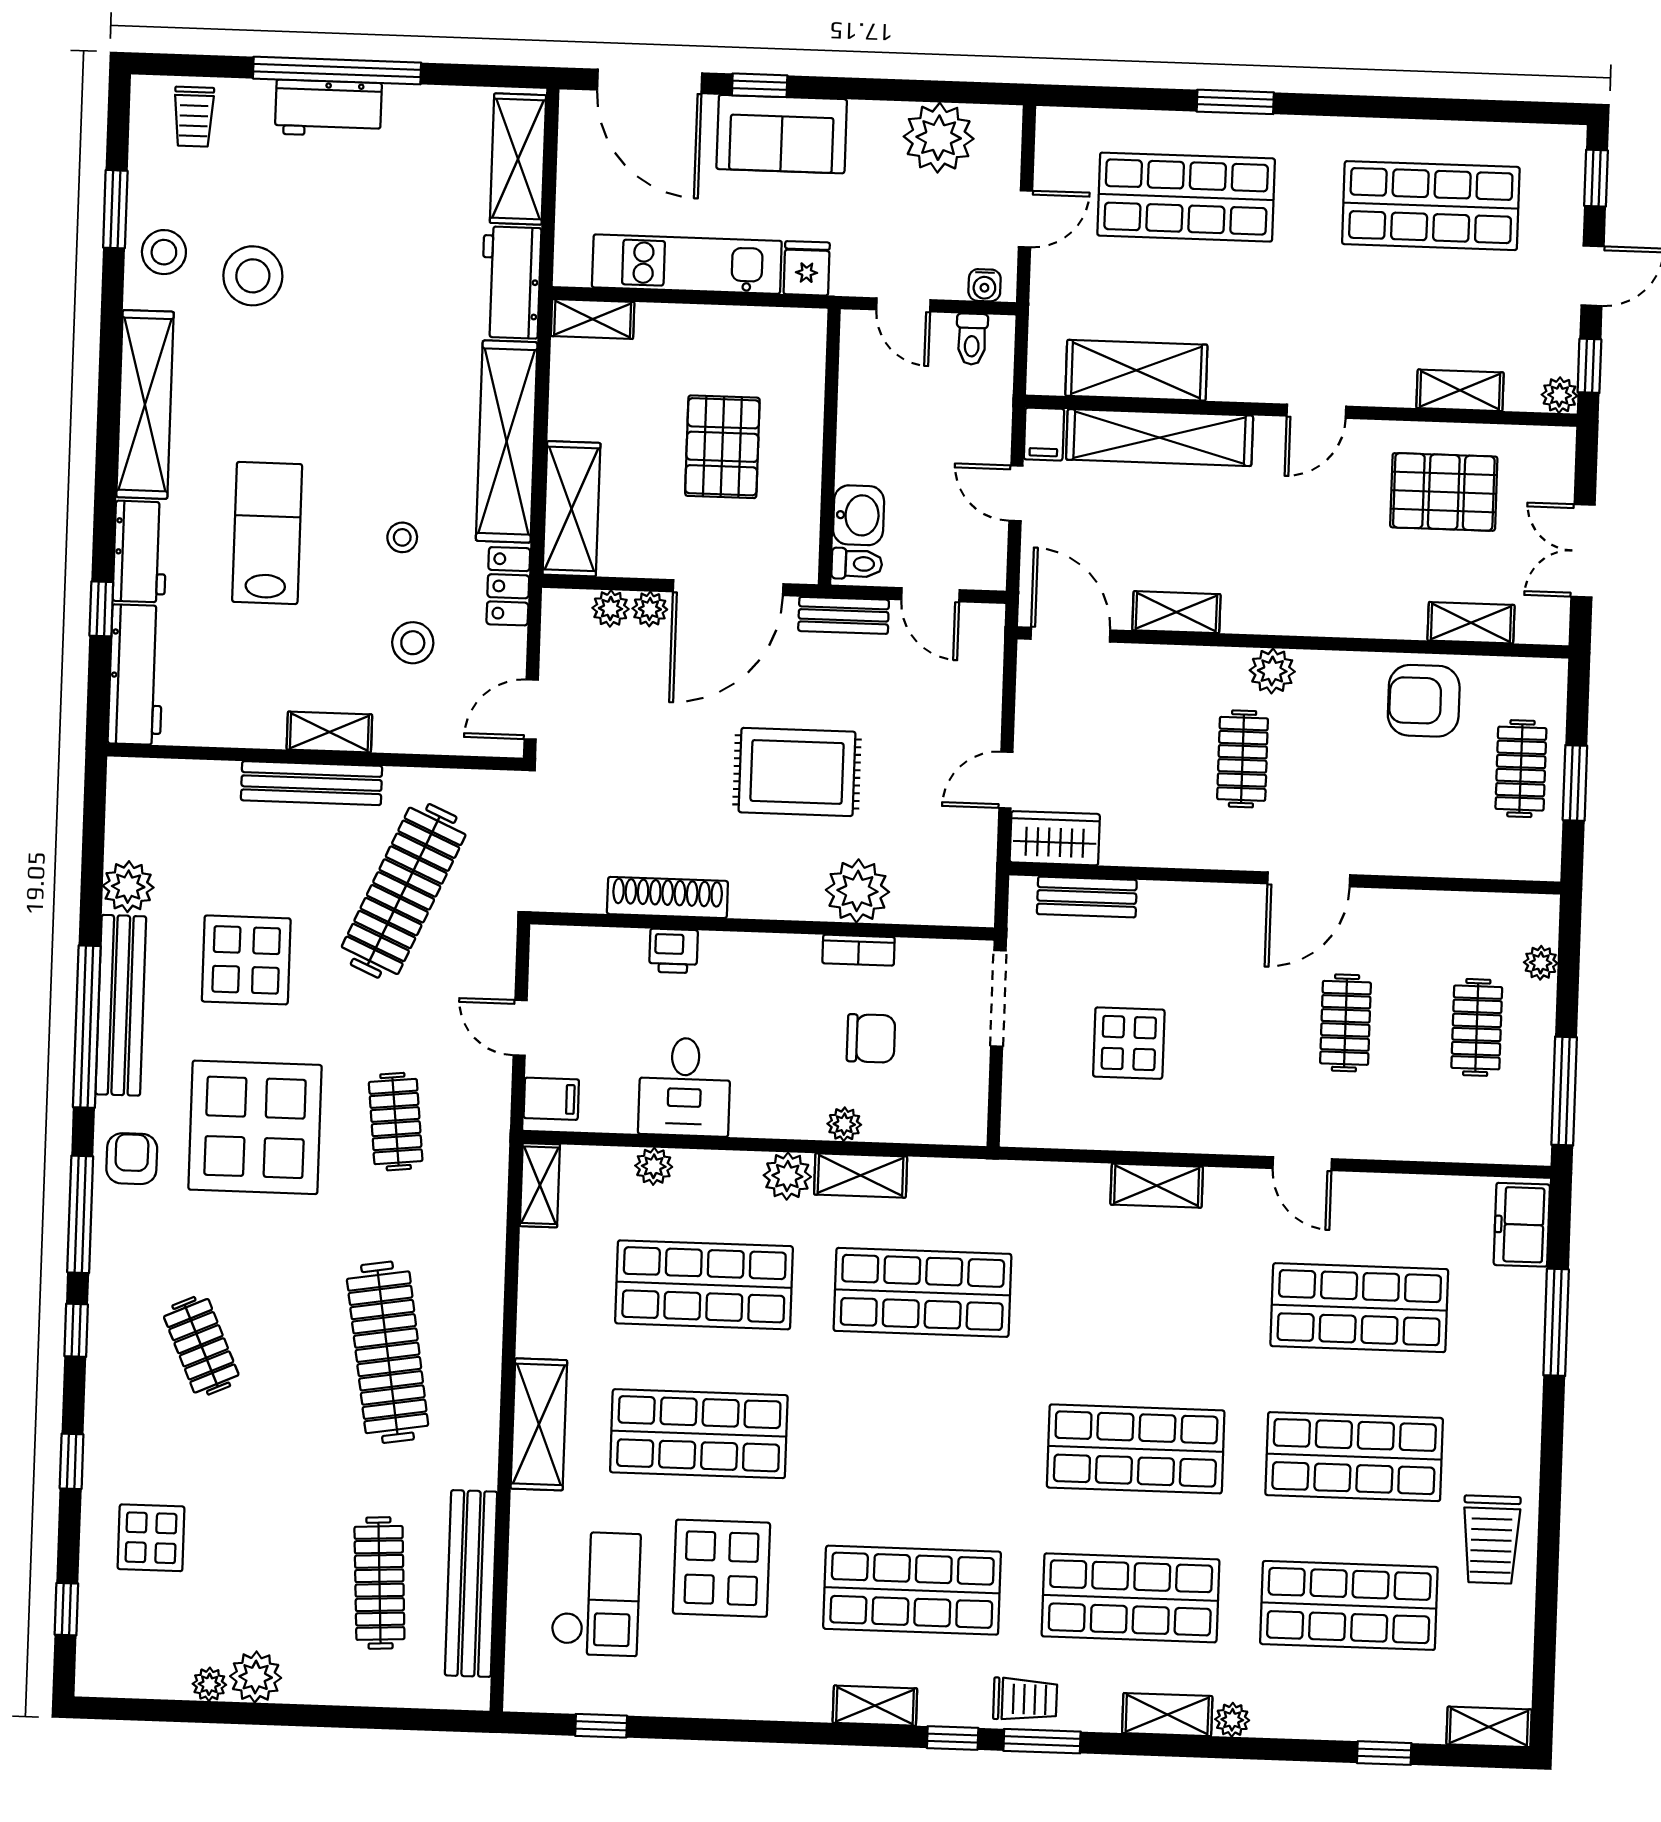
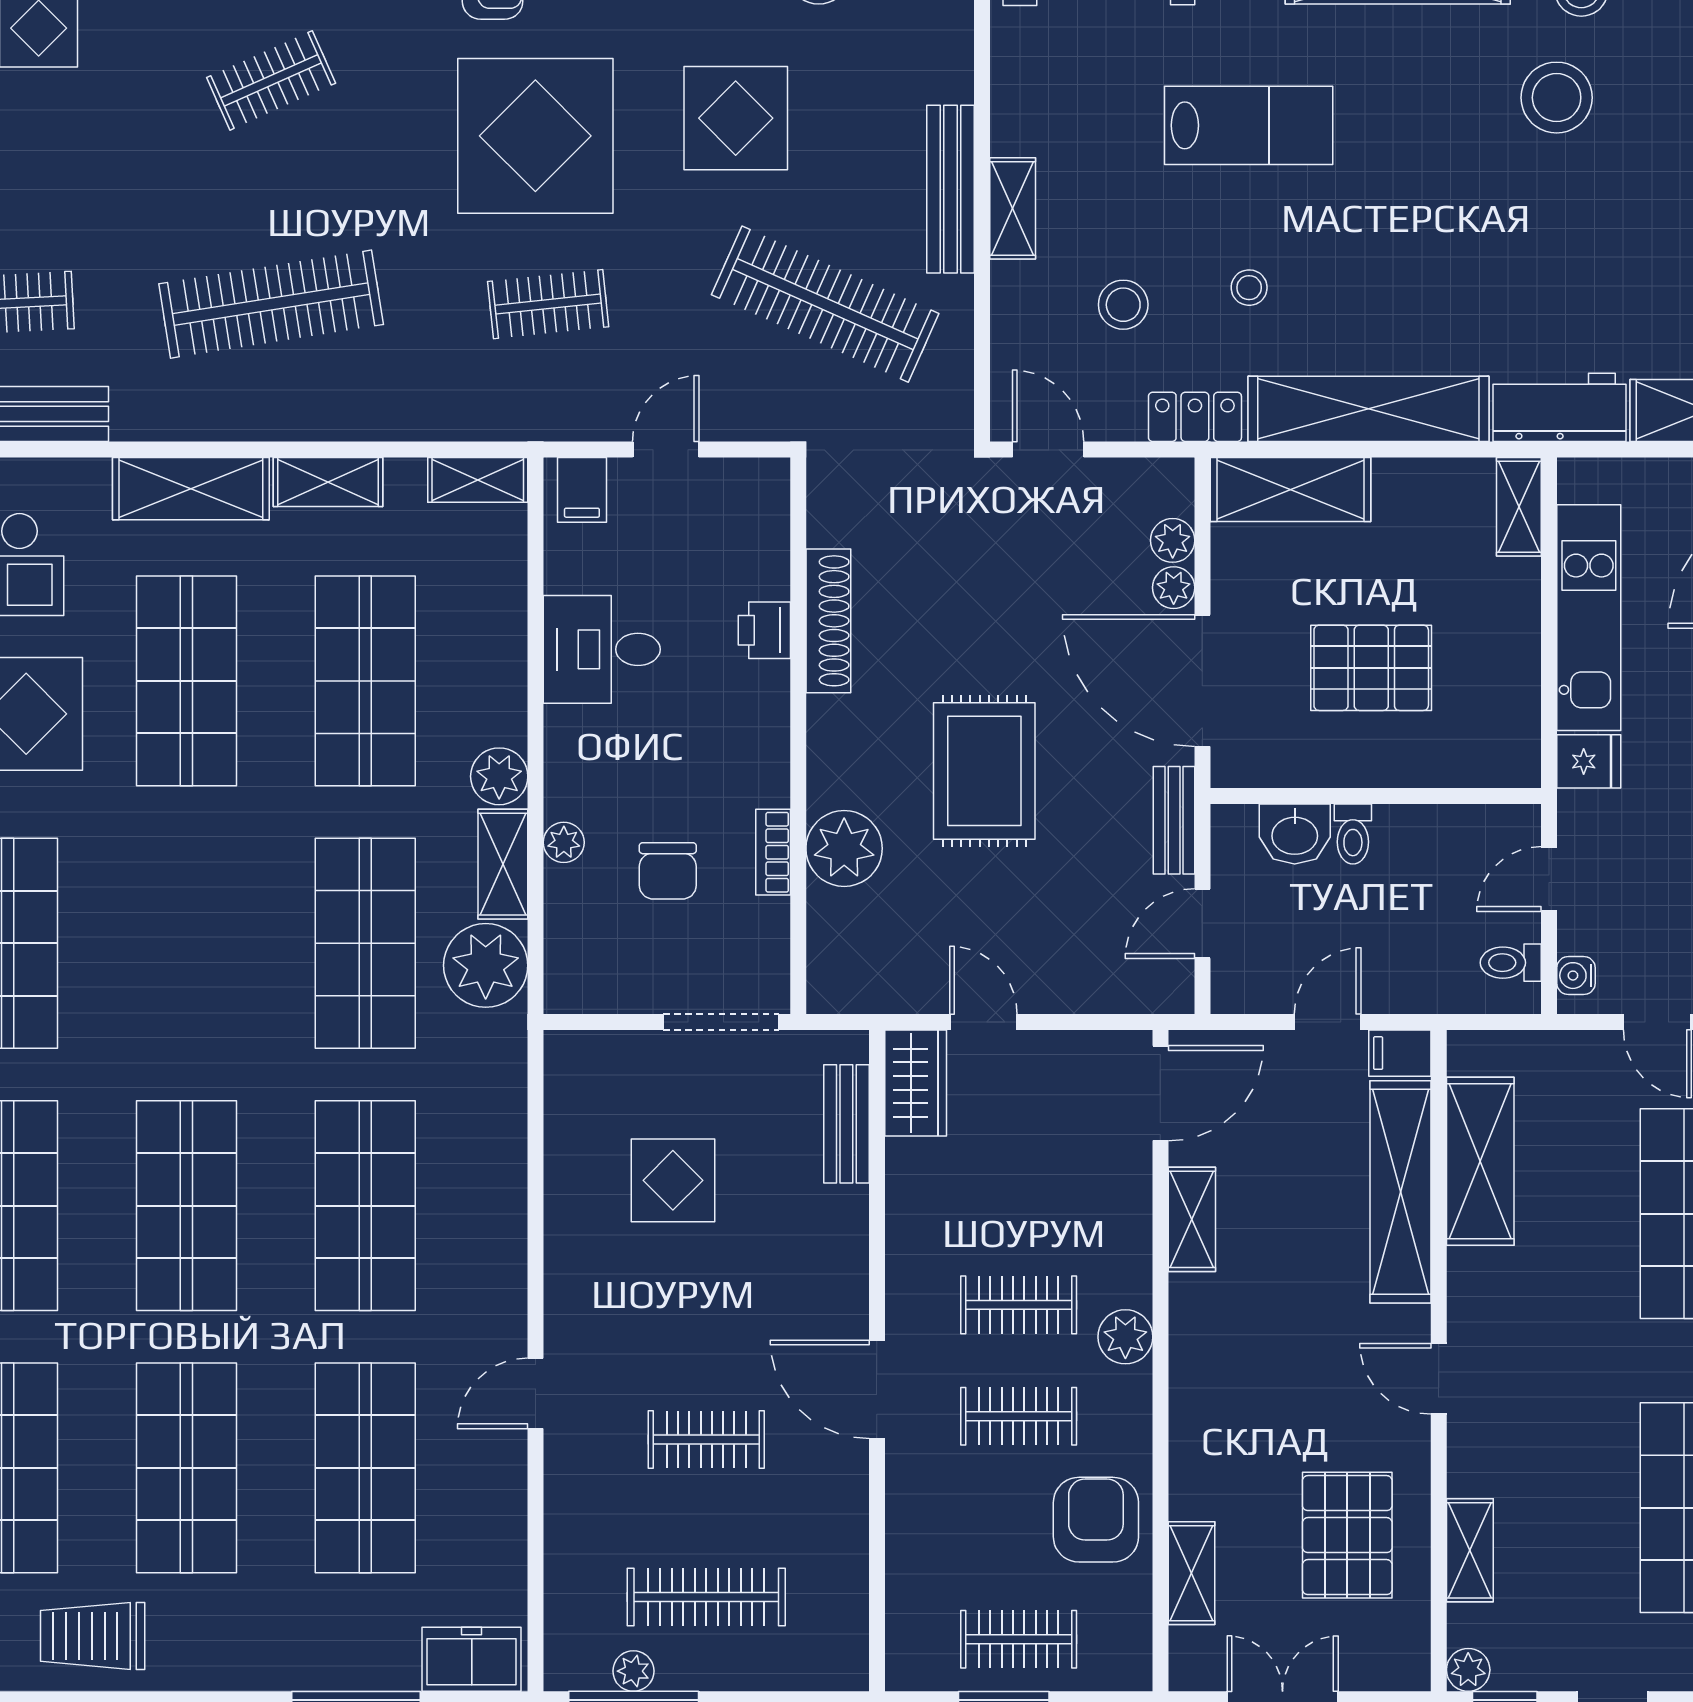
toilet: (857, 564) -> (1353, 834), moved
clothes rail: (1335, 762) -> (1019, 1416), added
plant: (1541, 963) -> (633, 1671), moved
clothes rail: (1477, 1027) -> (706, 1597), width x1.36
plant: (654, 1166) -> (486, 965), moved, width x1.87, depth x1.87
shelving: (1157, 1186) -> (328, 482), moved, turned 90
shop shelf: (1141, 1300) -> (365, 1206), added

